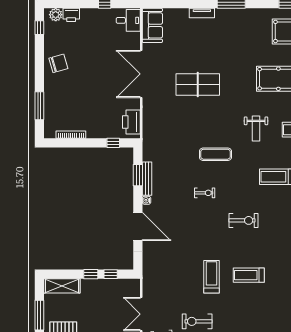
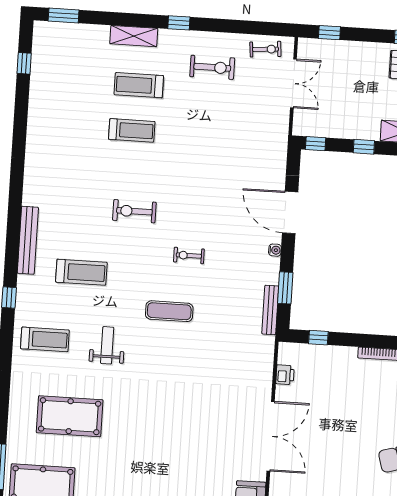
table tennis table: (198, 84) -> (189, 415), removed
printer: (131, 122) -> (285, 375), width x0.53, depth x0.68
bench: (147, 179) -> (270, 310), moved
window: (111, 274) -> (316, 144), moved
treadmill: (212, 277) -> (139, 85), moved, turned 90

